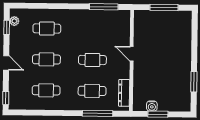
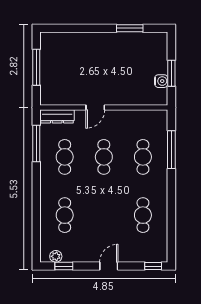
cafe table: (46, 59) -> (65, 157), moved
dresser: (124, 93) -> (57, 116), moved

